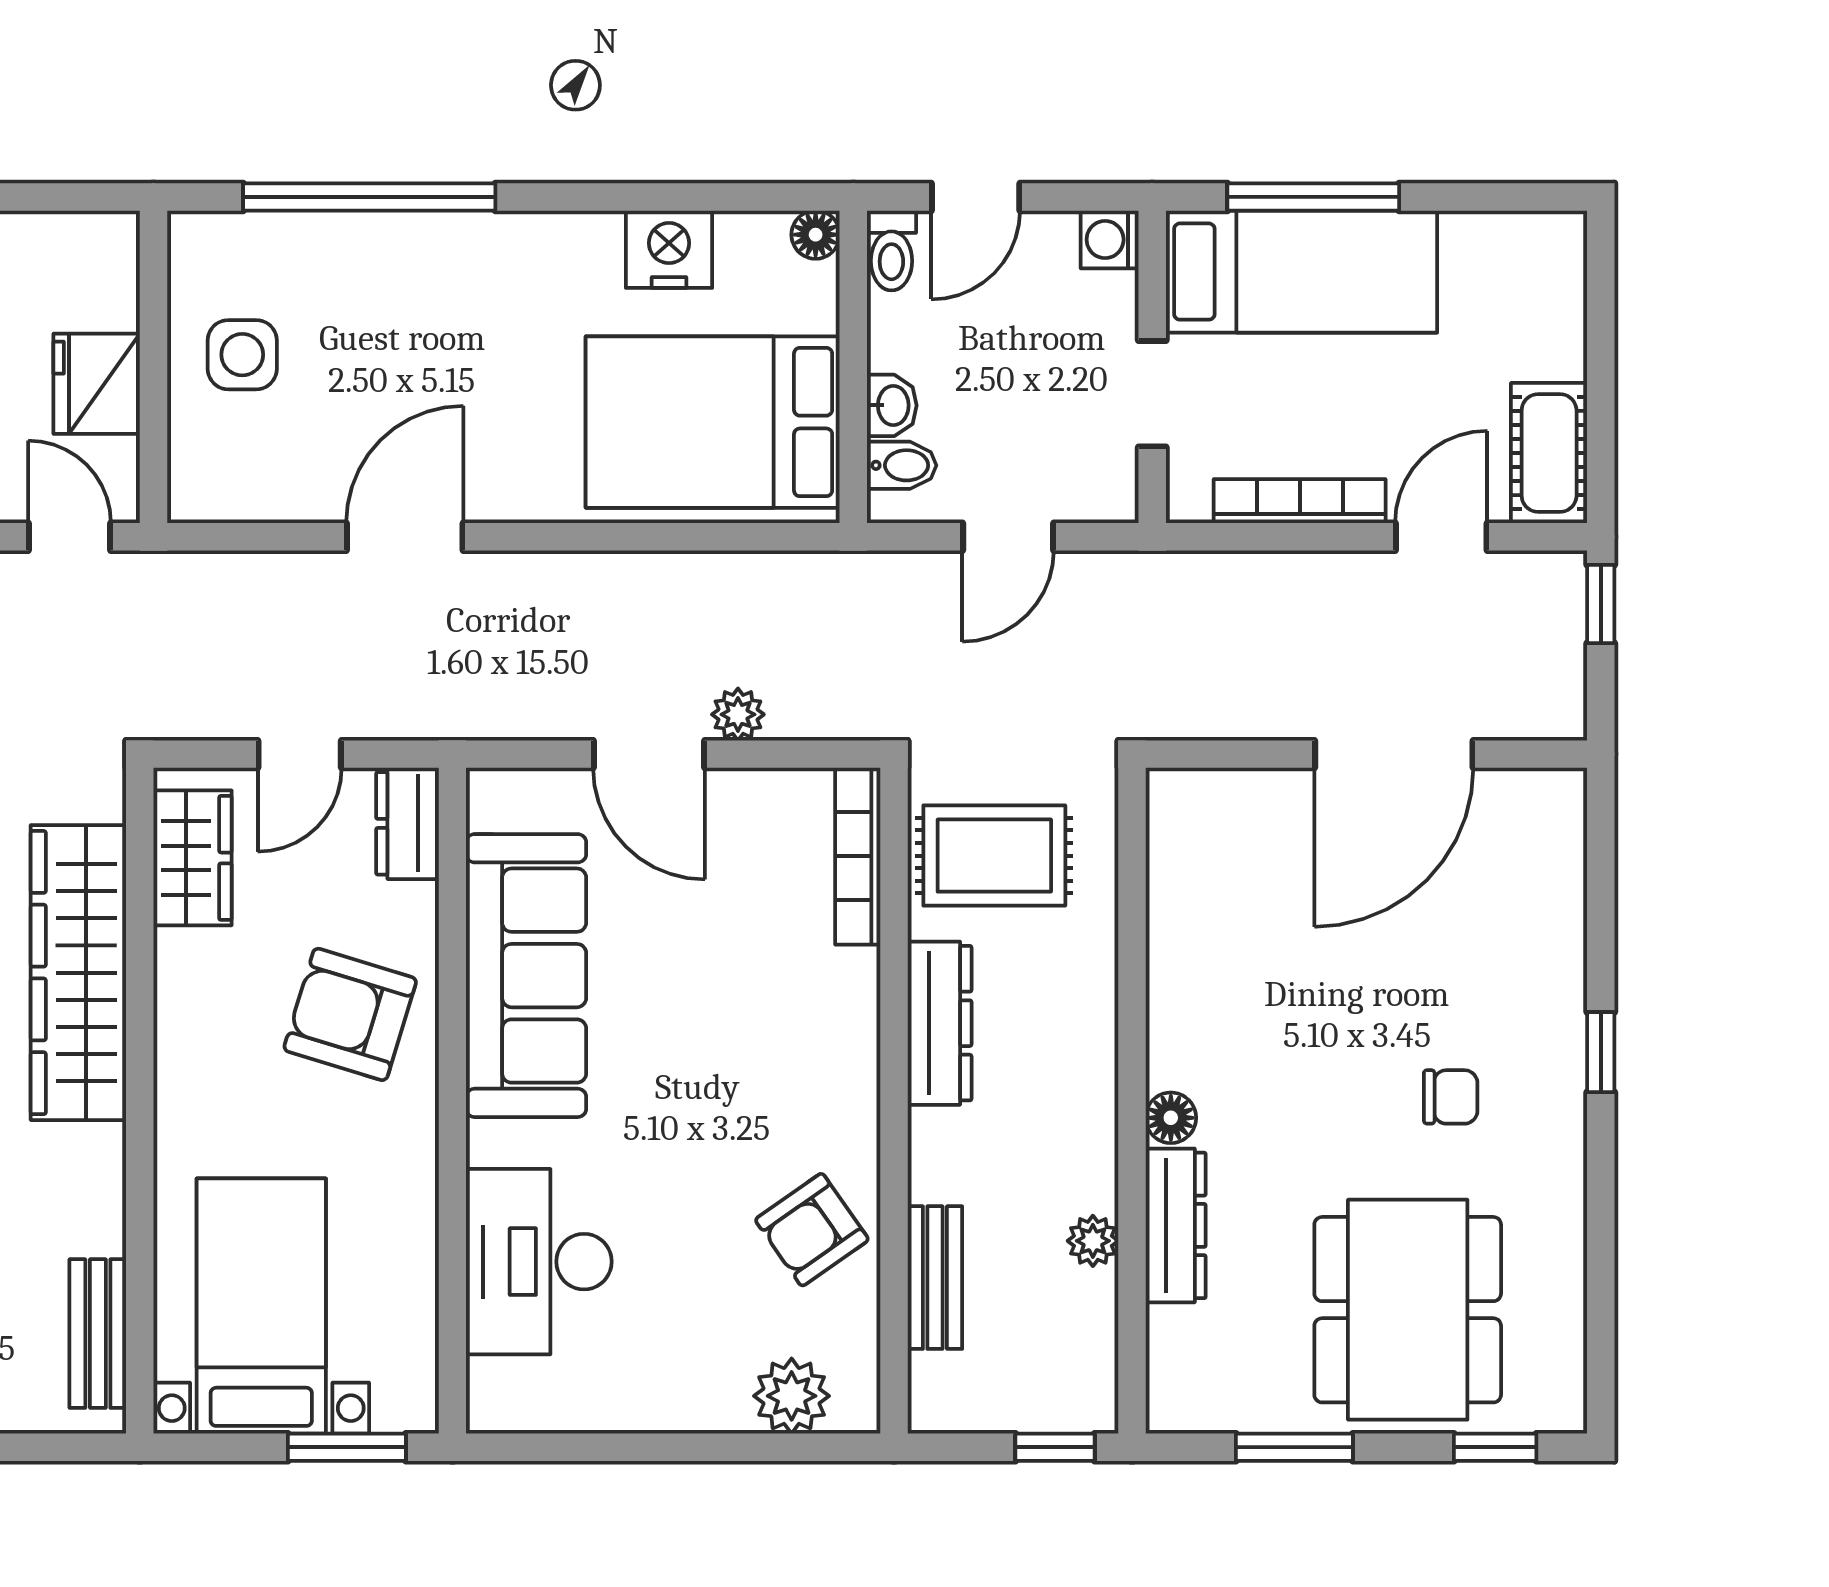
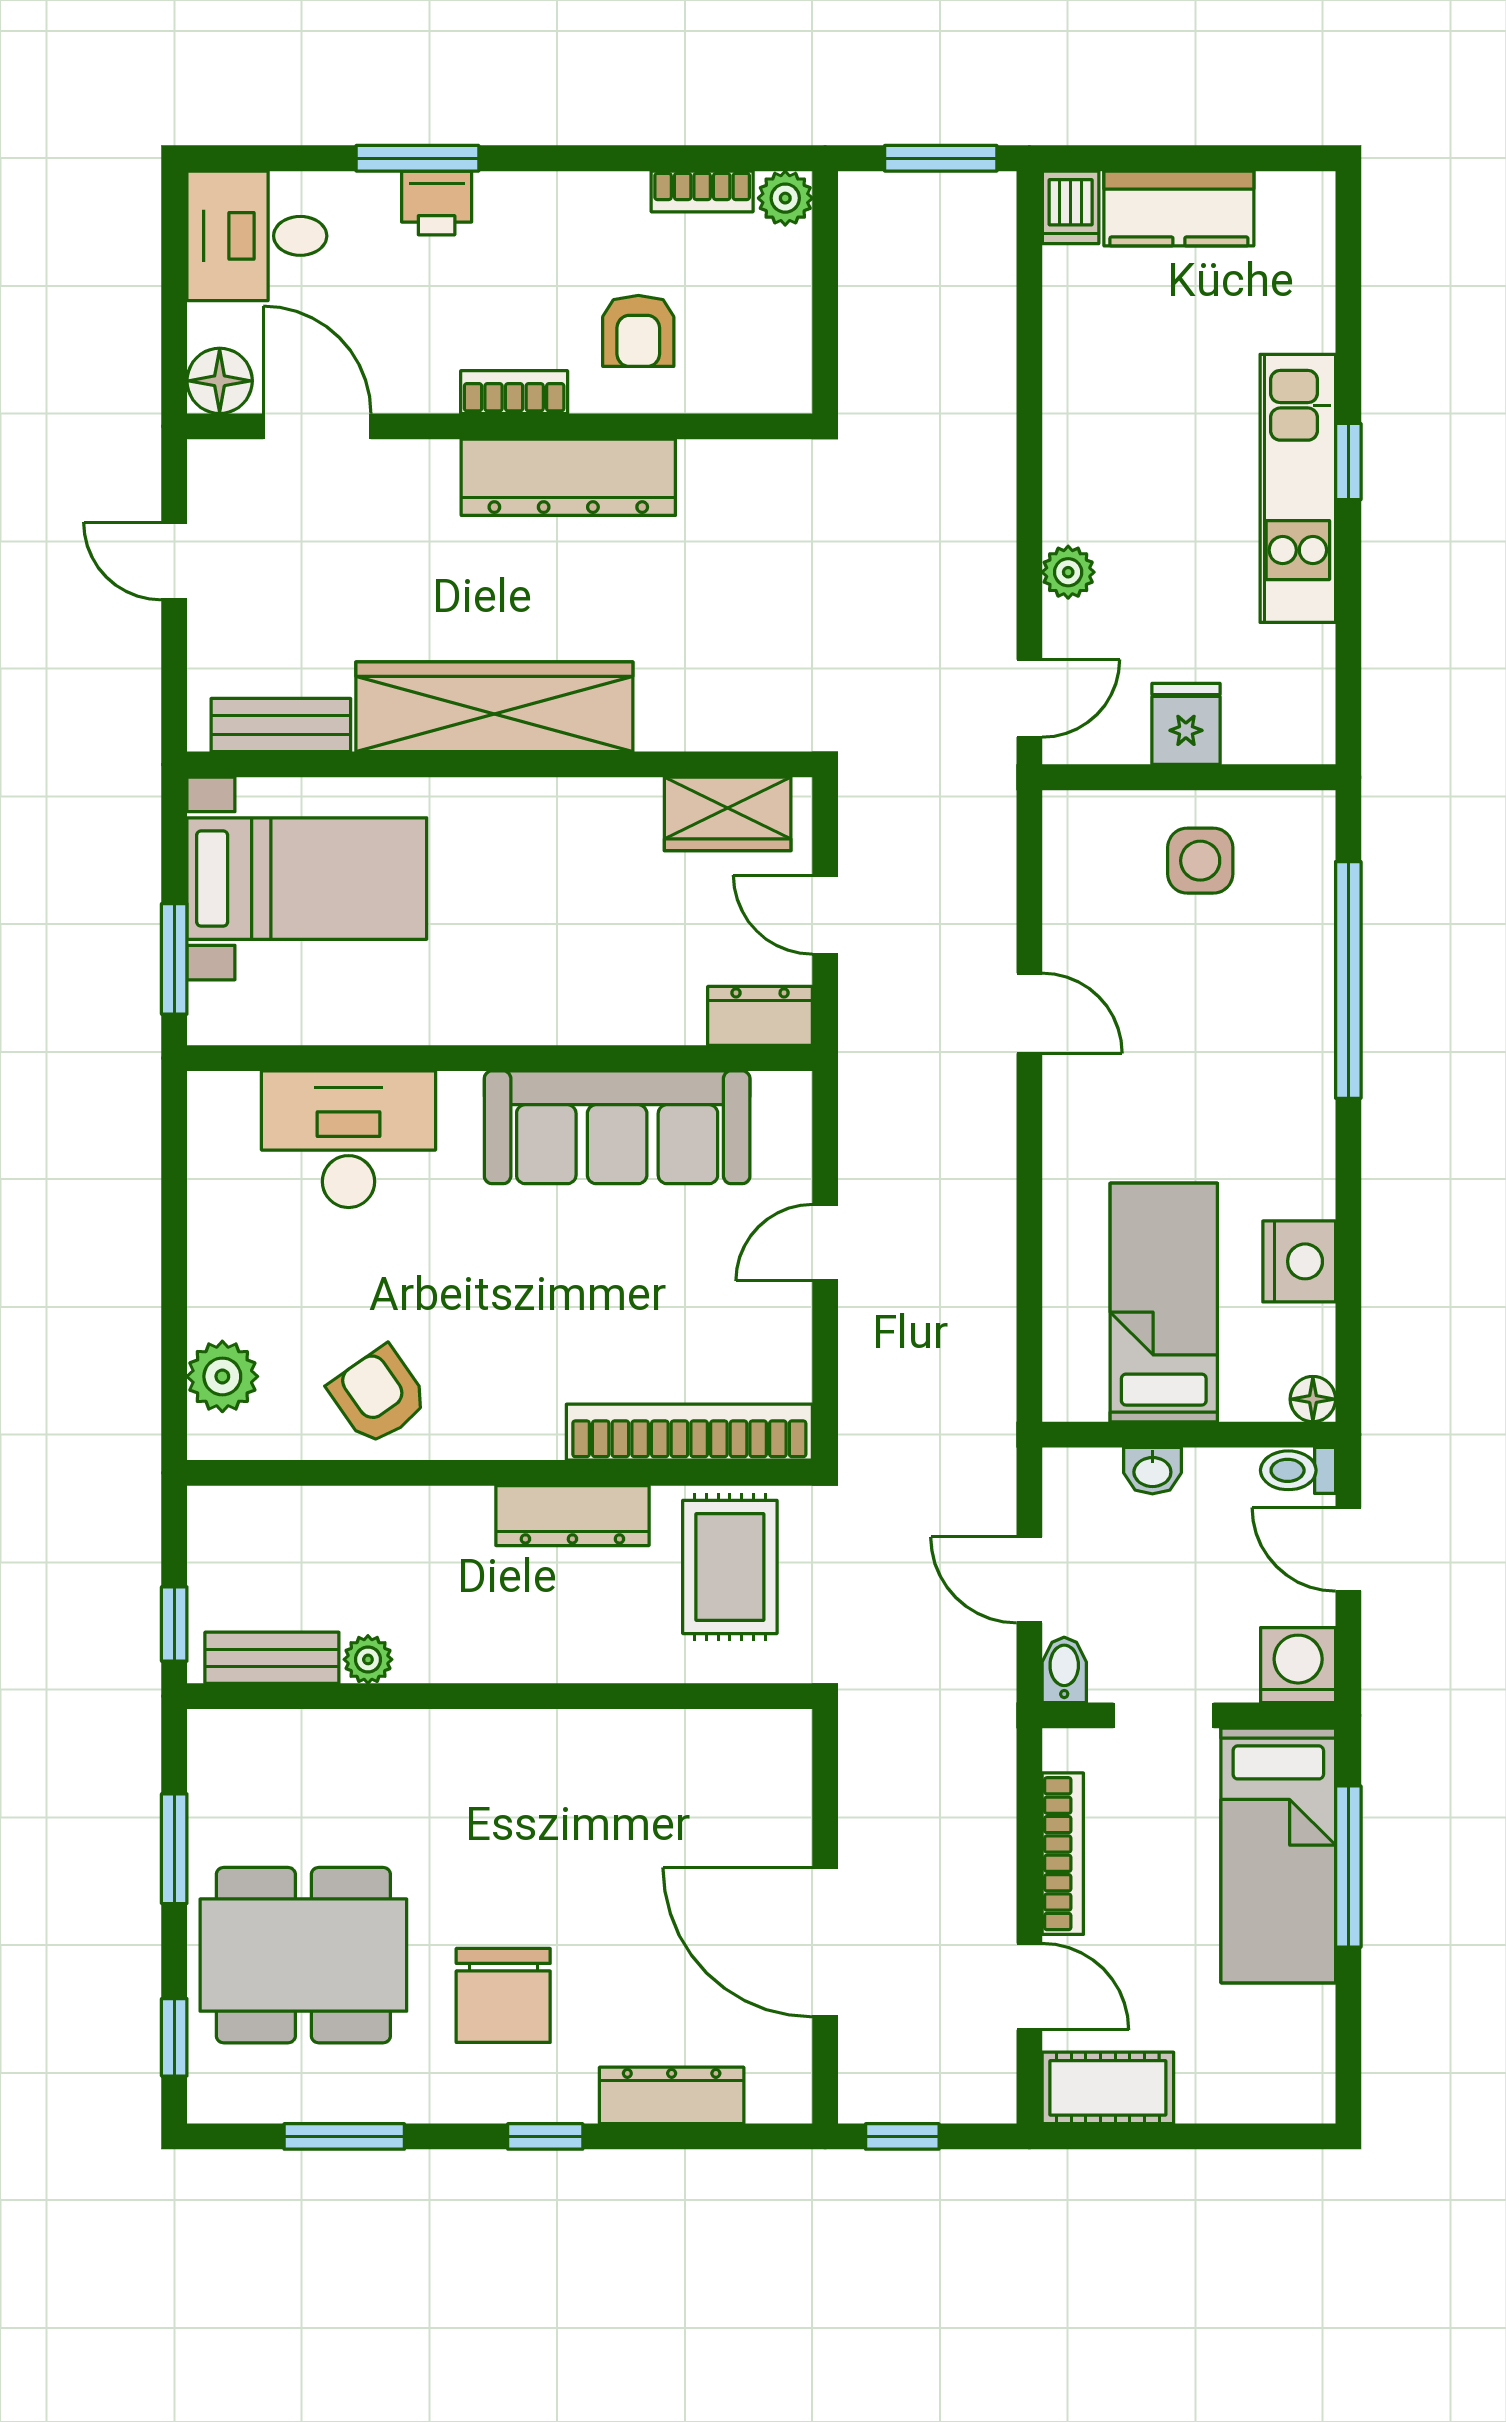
washing machine: (1110, 240) -> (1298, 1665), width x1.38, depth x1.38
fridge: (97, 384) -> (1186, 724), width x0.72
bed: (713, 422) -> (1164, 1302), width x0.67
bidet: (902, 465) -> (1064, 1670), moved, turned 180
door: (405, 537) -> (1029, 1013), width x0.73
window: (1601, 604) -> (902, 2136), moved
plant: (738, 714) -> (862, 1326), removed
door: (649, 754) -> (825, 1243), width x0.73
bookcase: (858, 856) -> (689, 1432), width x1.48, depth x1.31
wardrobe: (78, 973) -> (494, 707), moved
armchair: (350, 1014) -> (581, 962), removed
chair: (1451, 1097) -> (503, 1995), width x1.87, depth x1.87
floor lamp: (1171, 1118) -> (484, 1733), removed
dresser: (1176, 1225) -> (672, 2095), moved, turned 180
window: (1601, 1266) -> (344, 2136), added
bench: (935, 1278) -> (272, 1658), moved

